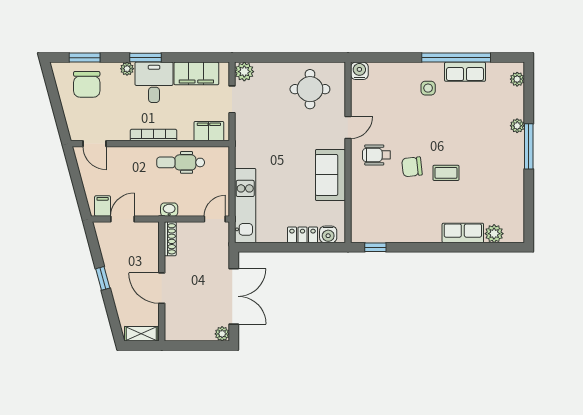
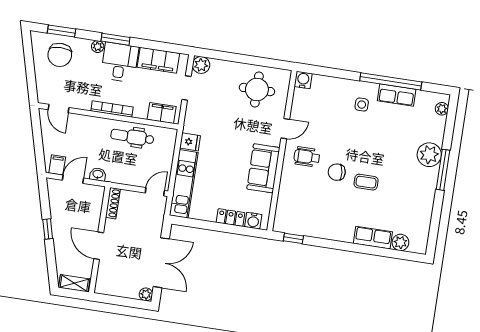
plant: (517, 126) -> (429, 155), width x1.88, depth x1.88
fridge: (245, 158) -> (190, 142), added
washbasin: (169, 210) -> (98, 174), moved

